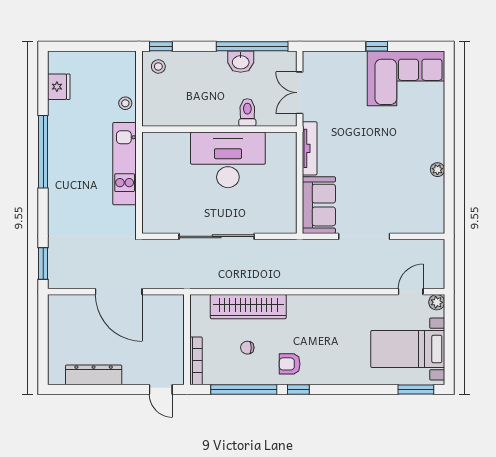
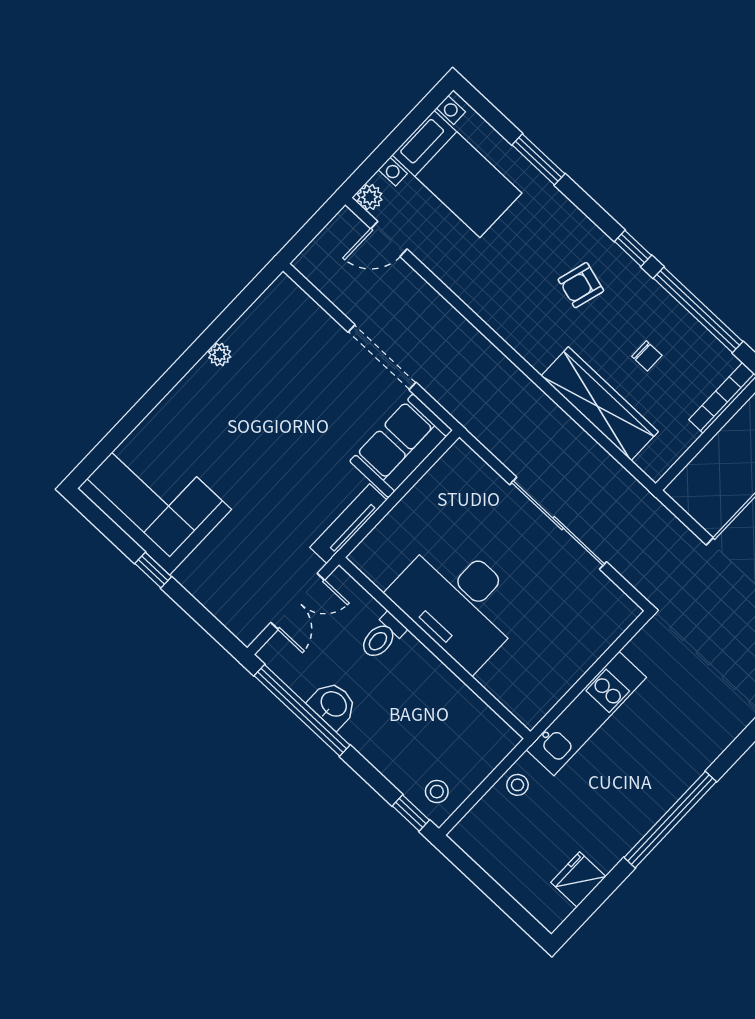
armchair: (290, 364) -> (581, 285), moved, turned 106
window: (416, 390) -> (538, 159), moved

